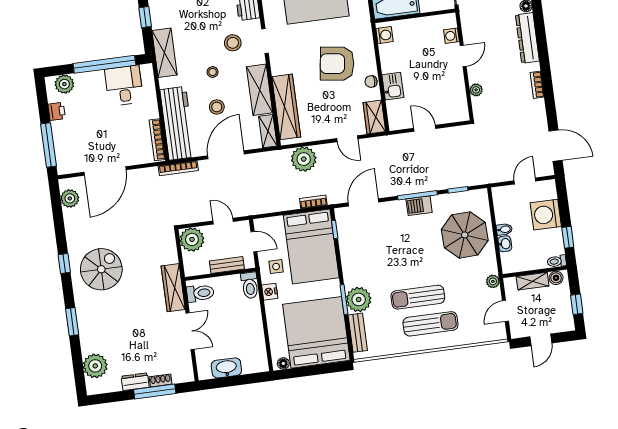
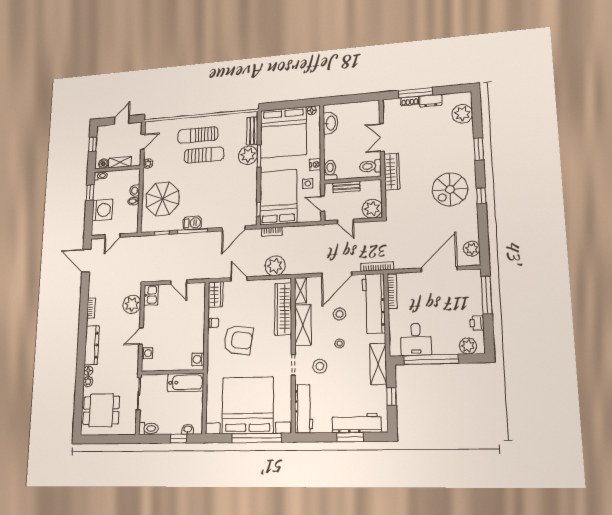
kitchen sink: (393, 86) -> (151, 295), moved, turned 180
plant: (476, 90) -> (132, 304), width x1.88, depth x1.88
washbasin: (226, 368) -> (330, 123), moved, turned -90

